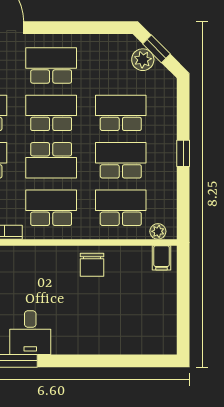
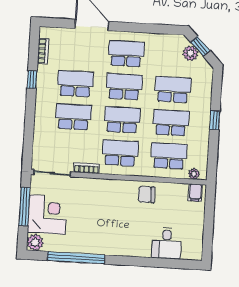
school desk: (51, 160) -> (122, 120), turned 180
chair: (92, 265) -> (146, 194), turned 90
desk: (30, 333) -> (167, 243), moved

